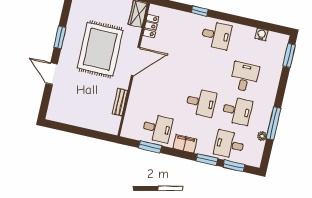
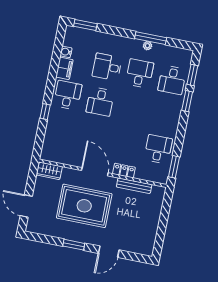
locker: (151, 26) -> (124, 171), moved
bench: (120, 102) -> (134, 186), width x1.36
desk: (201, 103) -> (100, 102), moved, turned 180
plant: (262, 136) -> (148, 46), moved
filing cabinet: (185, 144) -> (64, 68), moved, turned 180
window: (150, 147) -> (174, 167), moved

